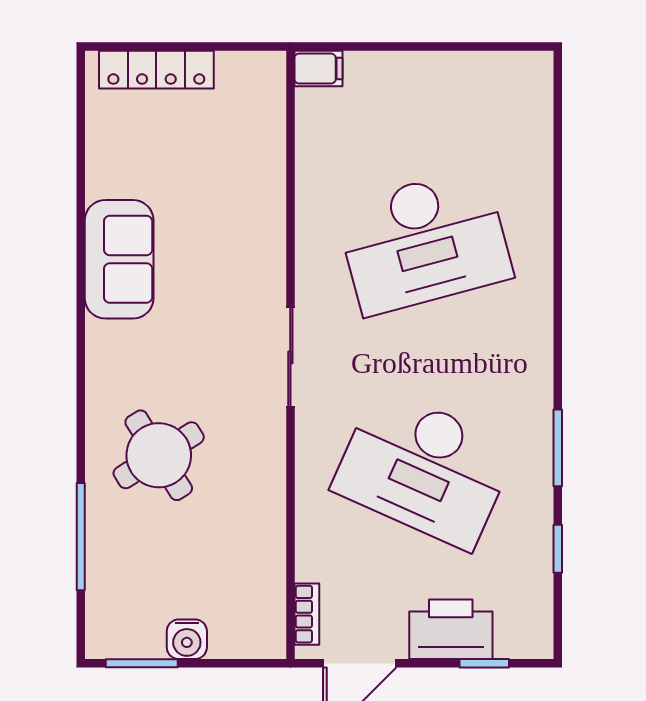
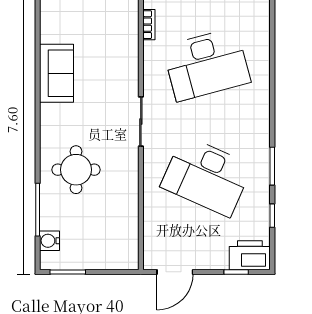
round table: (159, 455) -> (76, 170), turned 32
bookcase: (307, 614) -> (149, 25), moved
printer: (451, 629) -> (250, 255), moved
water cooler: (187, 639) -> (49, 241), moved, turned 90

